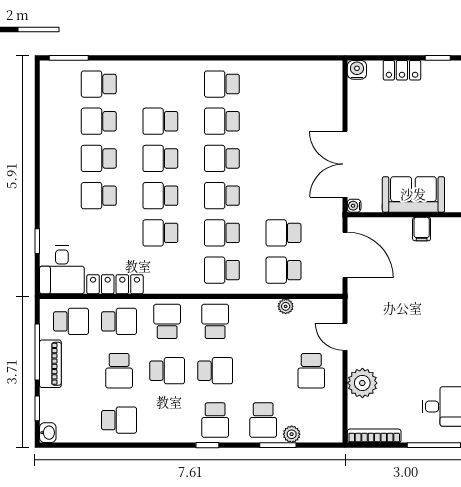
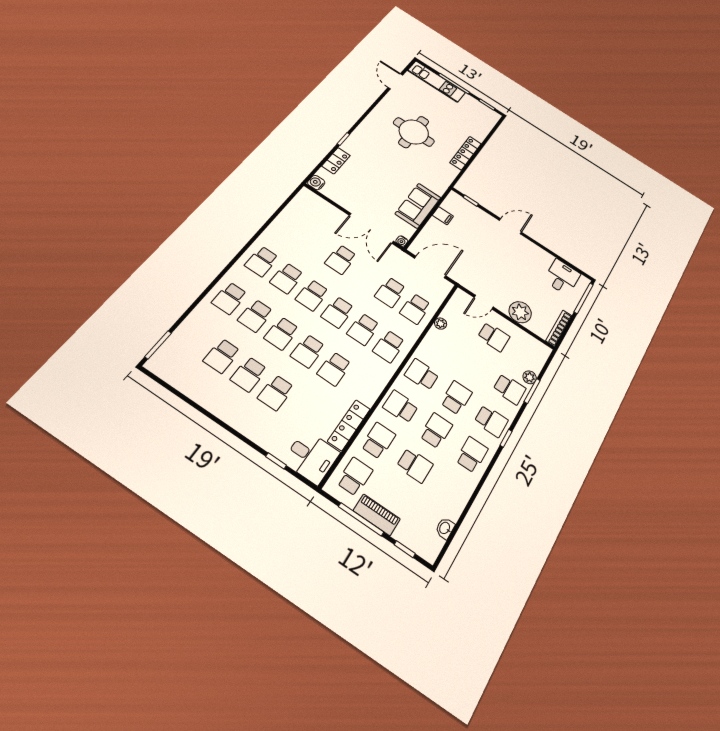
school desk: (99, 84) -> (229, 298), moved
school desk: (283, 158) -> (341, 259), added
school desk: (119, 420) -> (472, 455), moved
washbasin: (48, 433) -> (445, 528), moved, turned -90

